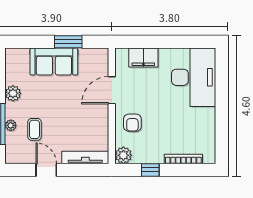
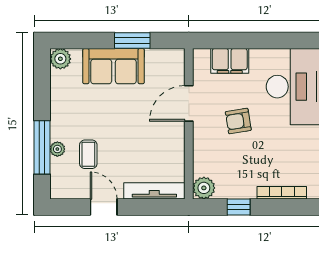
plant: (13, 93) -> (60, 59), moved
armchair: (132, 123) -> (238, 121), moved, turned 81

